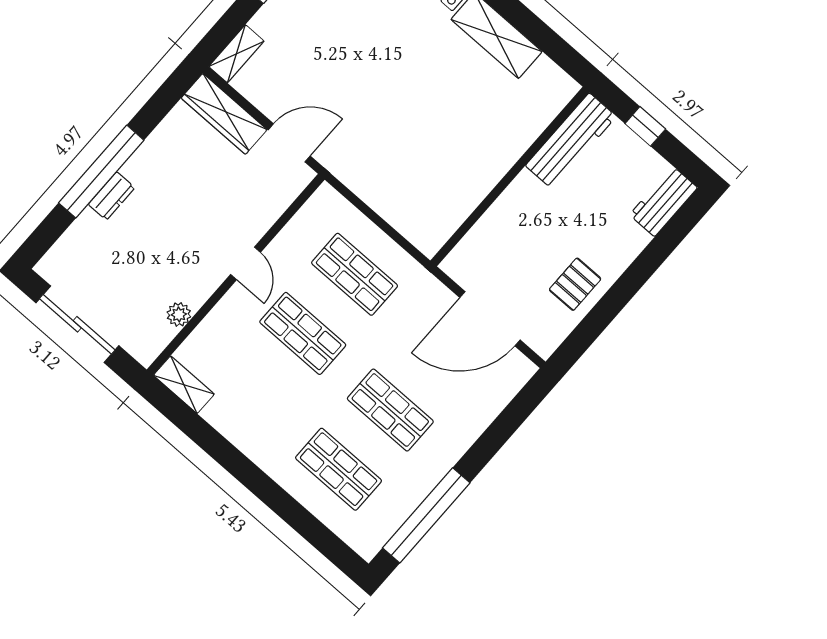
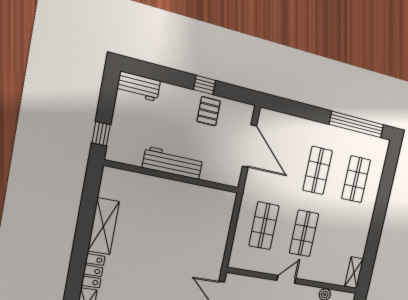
window: (645, 126) -> (101, 134), moved
workbench: (571, 141) -> (173, 163), moved
pallet: (575, 284) -> (209, 111), turned 90
window: (616, 299) -> (204, 85), added

